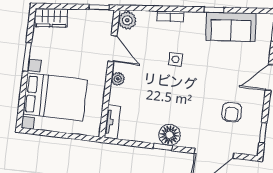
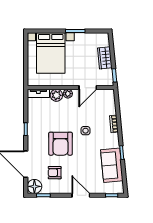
wardrobe: (51, 18) -> (105, 58), moved
plant: (127, 20) -> (56, 95), moved
armchair: (190, 98) -> (61, 144), added
floor lamp: (170, 135) -> (34, 186), moved

